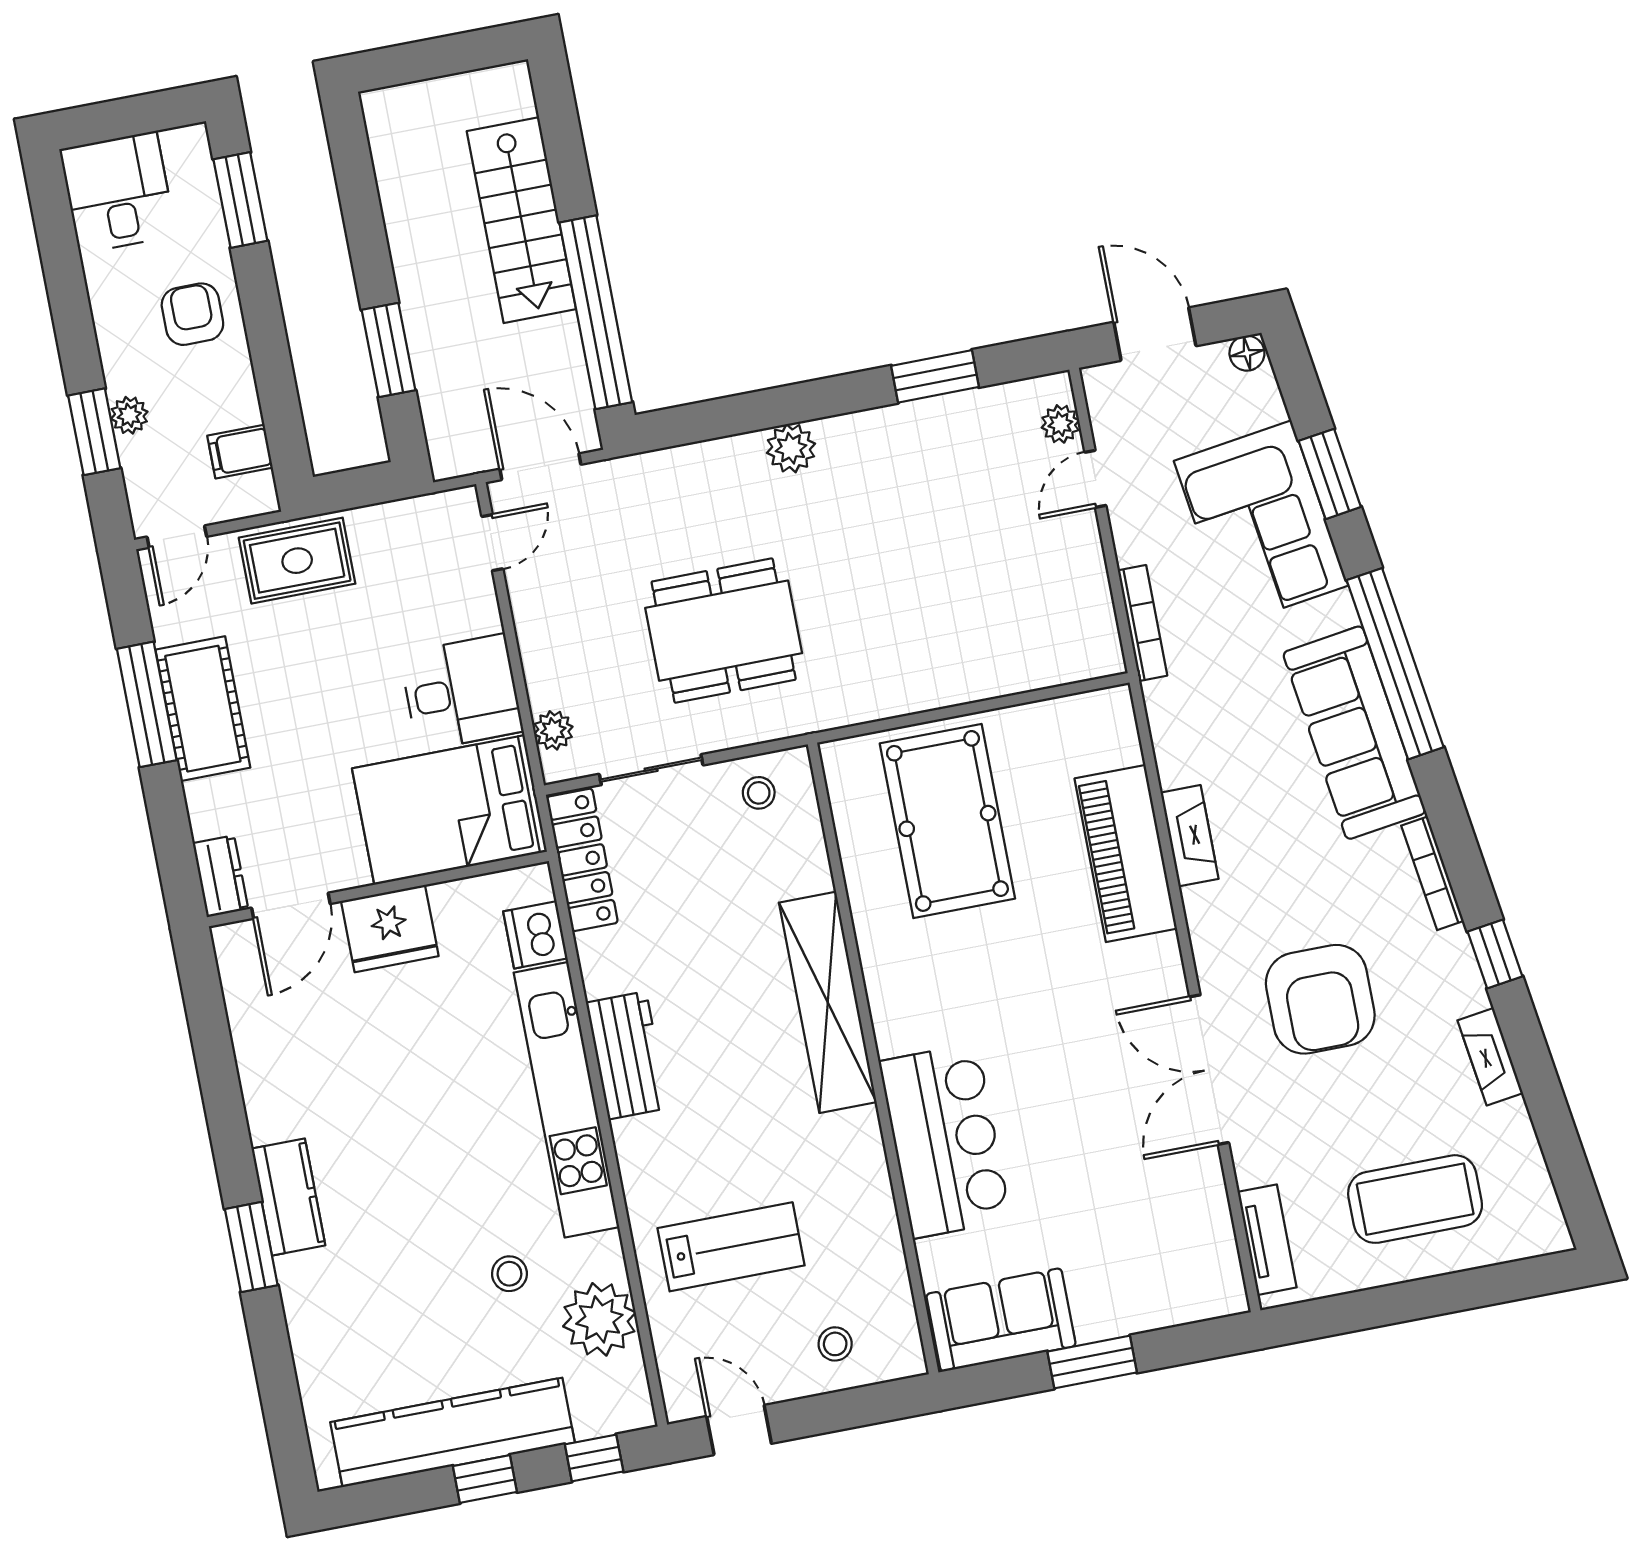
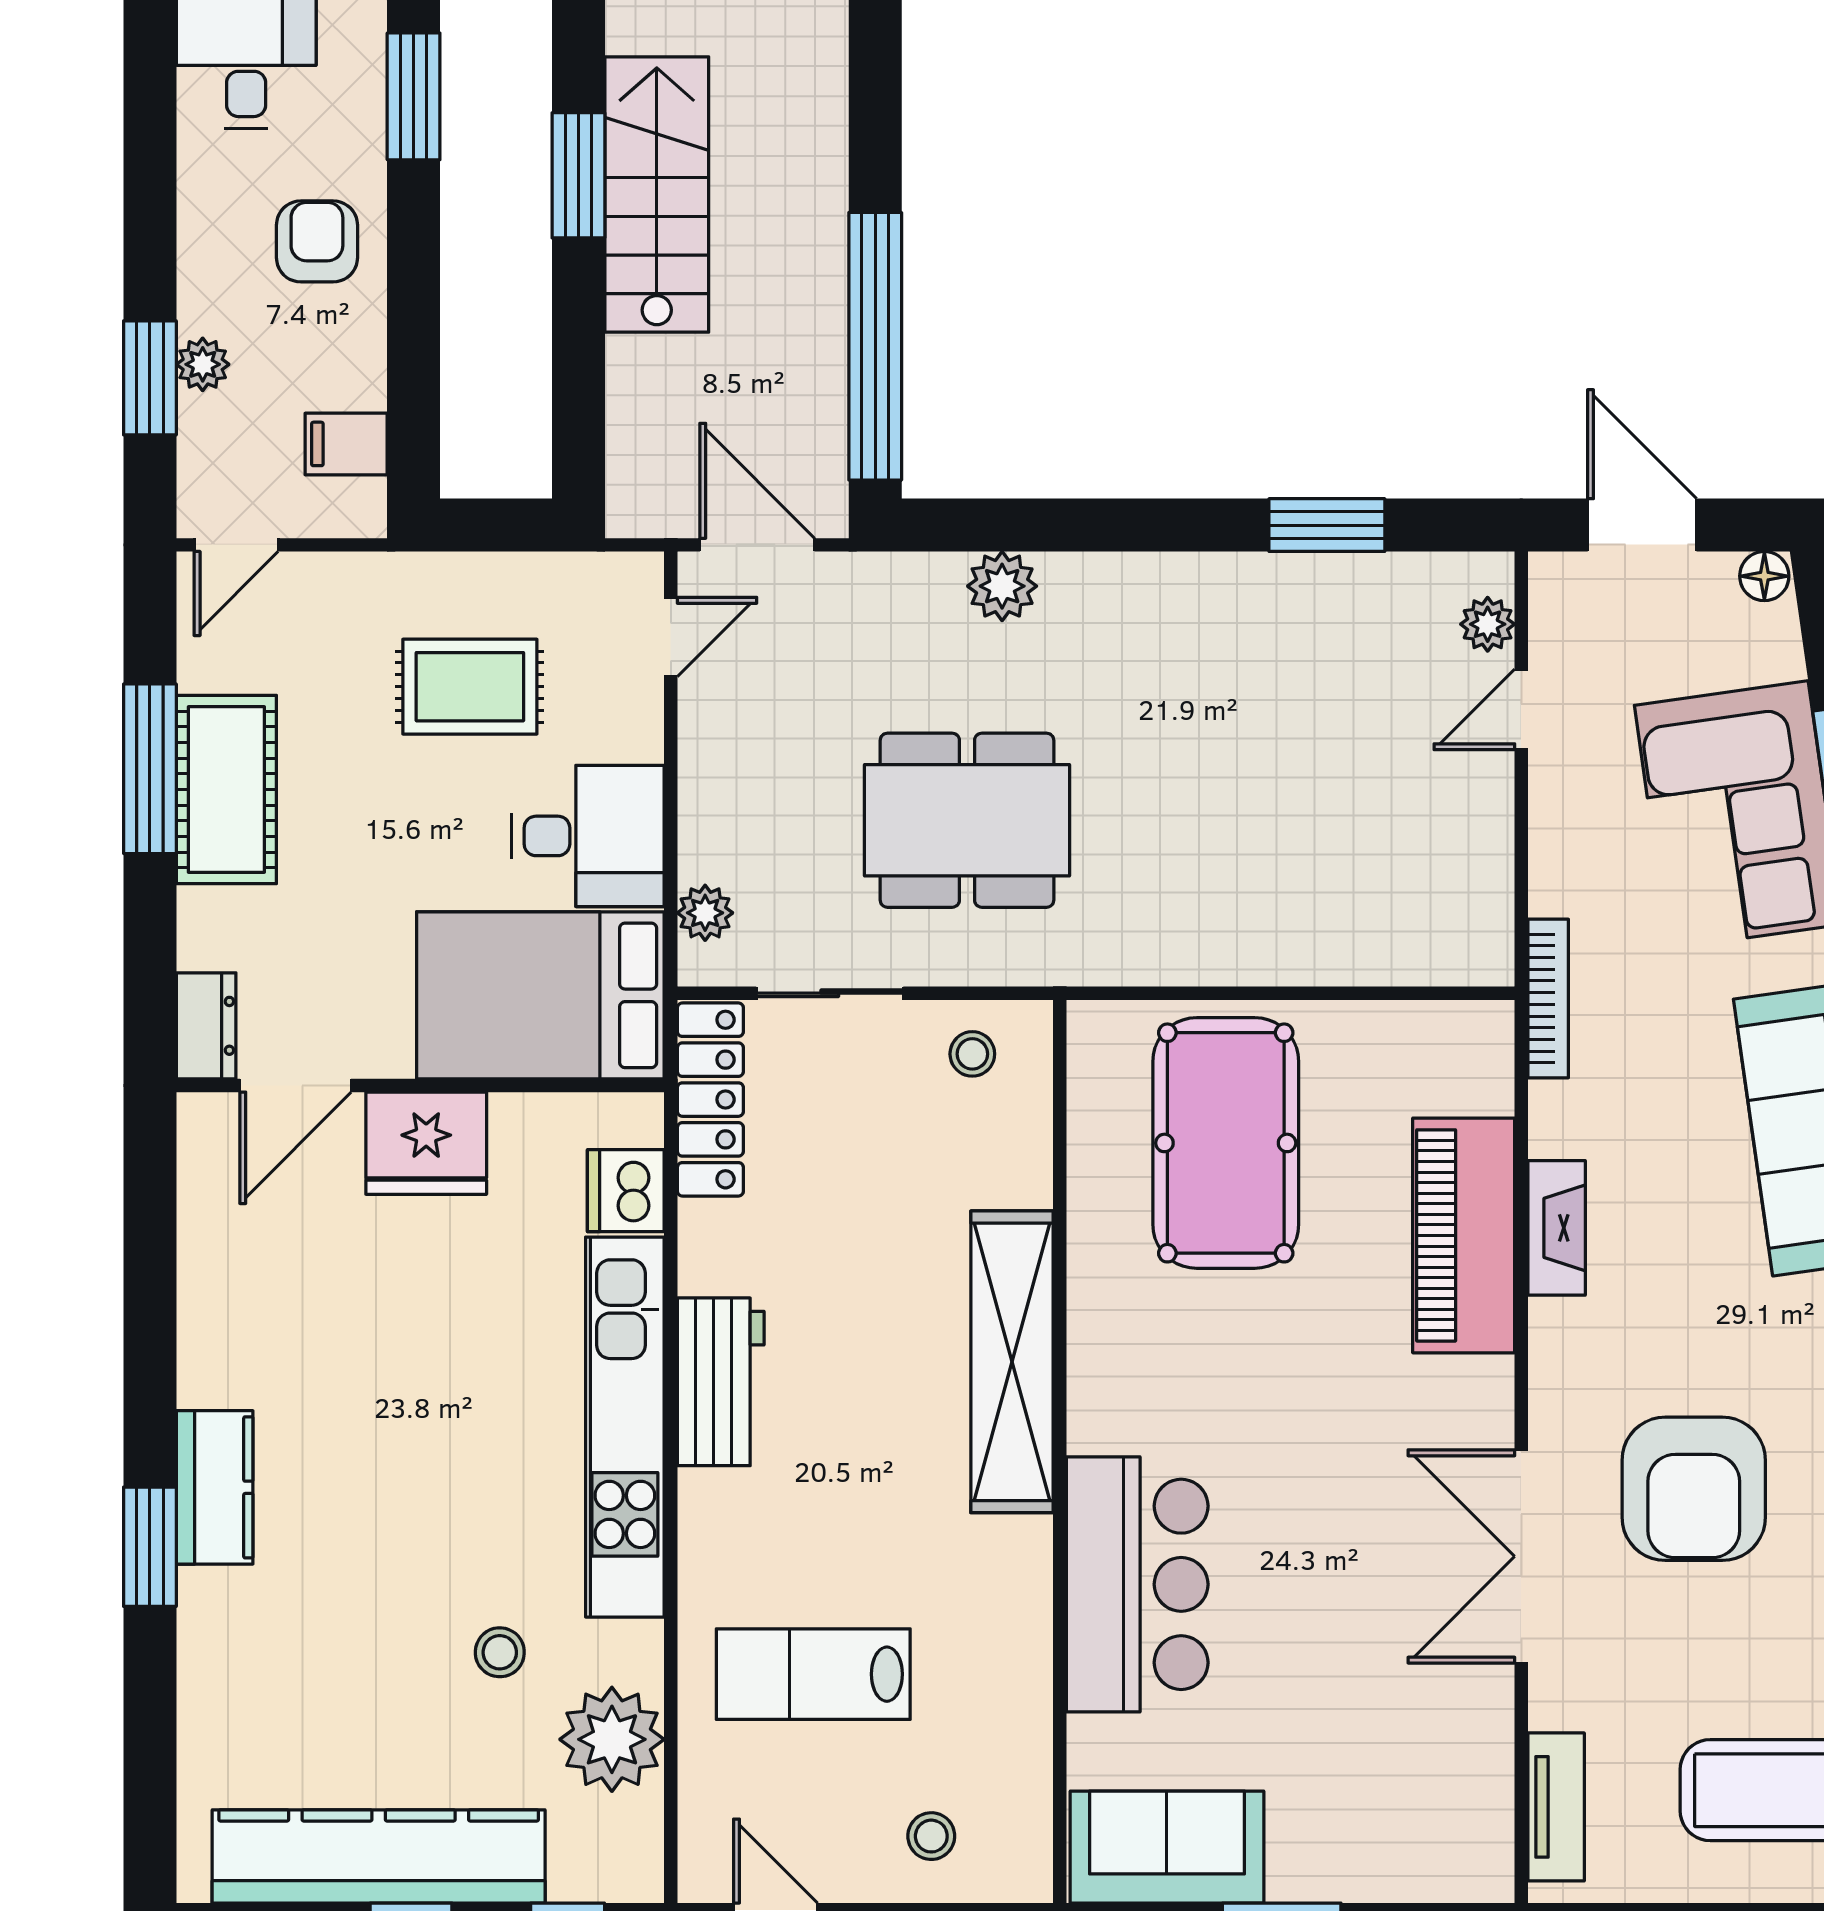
stairs: (521, 220) -> (657, 194), moved, turned 180
window: (388, 350) -> (578, 175), moved
plant: (791, 448) -> (1002, 586), moved
rug: (297, 561) -> (470, 687), moved
bookcase: (1143, 623) -> (1548, 998), moved
lab bench: (731, 1247) -> (813, 1674), turned 180

